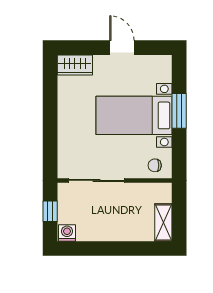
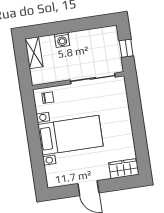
window: (179, 111) -> (35, 144), removed
washing machine: (67, 233) -> (62, 40), moved

